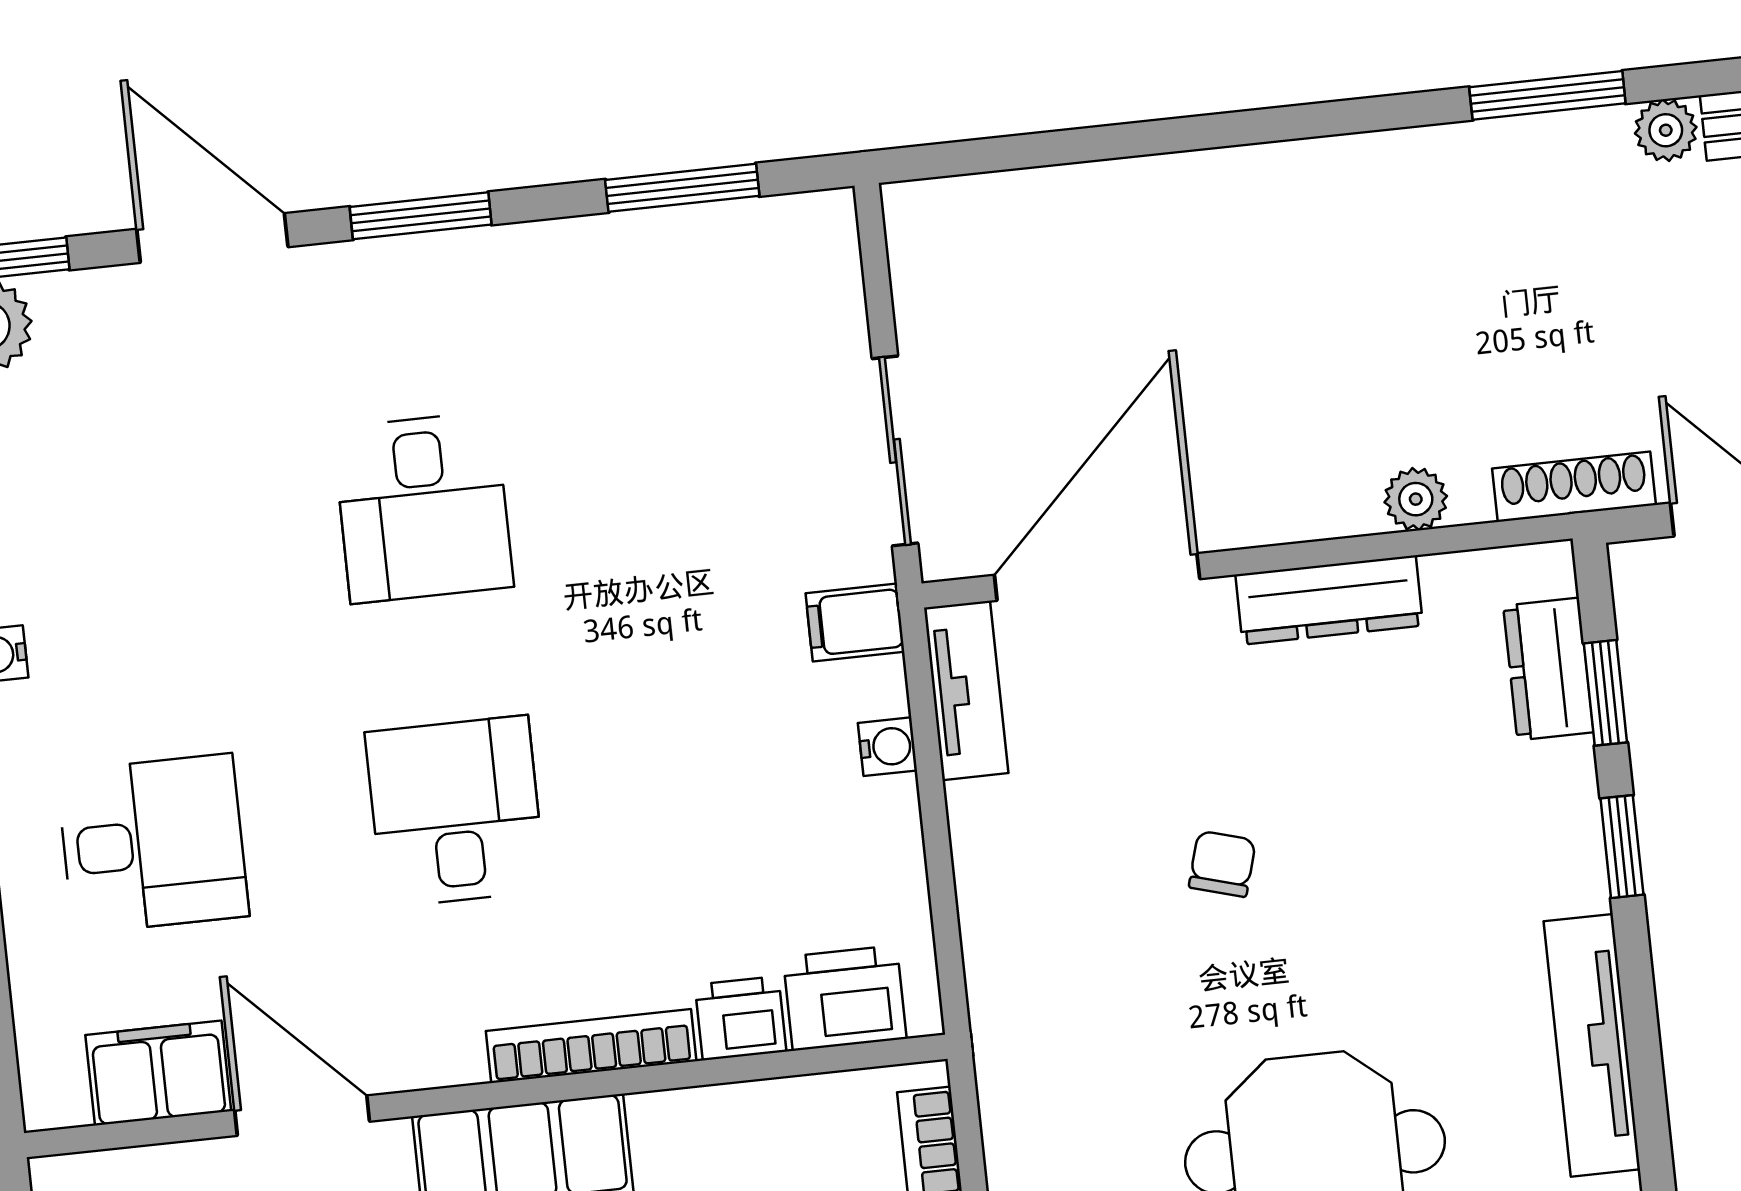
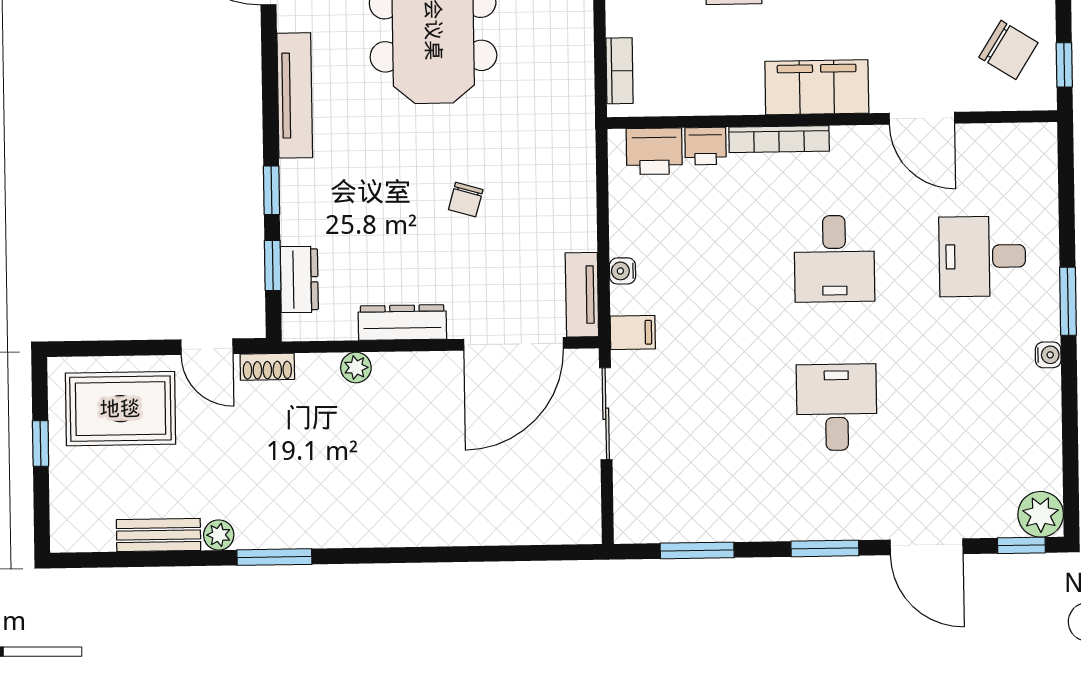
shoe rack: (1574, 487) -> (267, 367), width x0.70
filing cabinet: (158, 1073) -> (990, 145), removed

